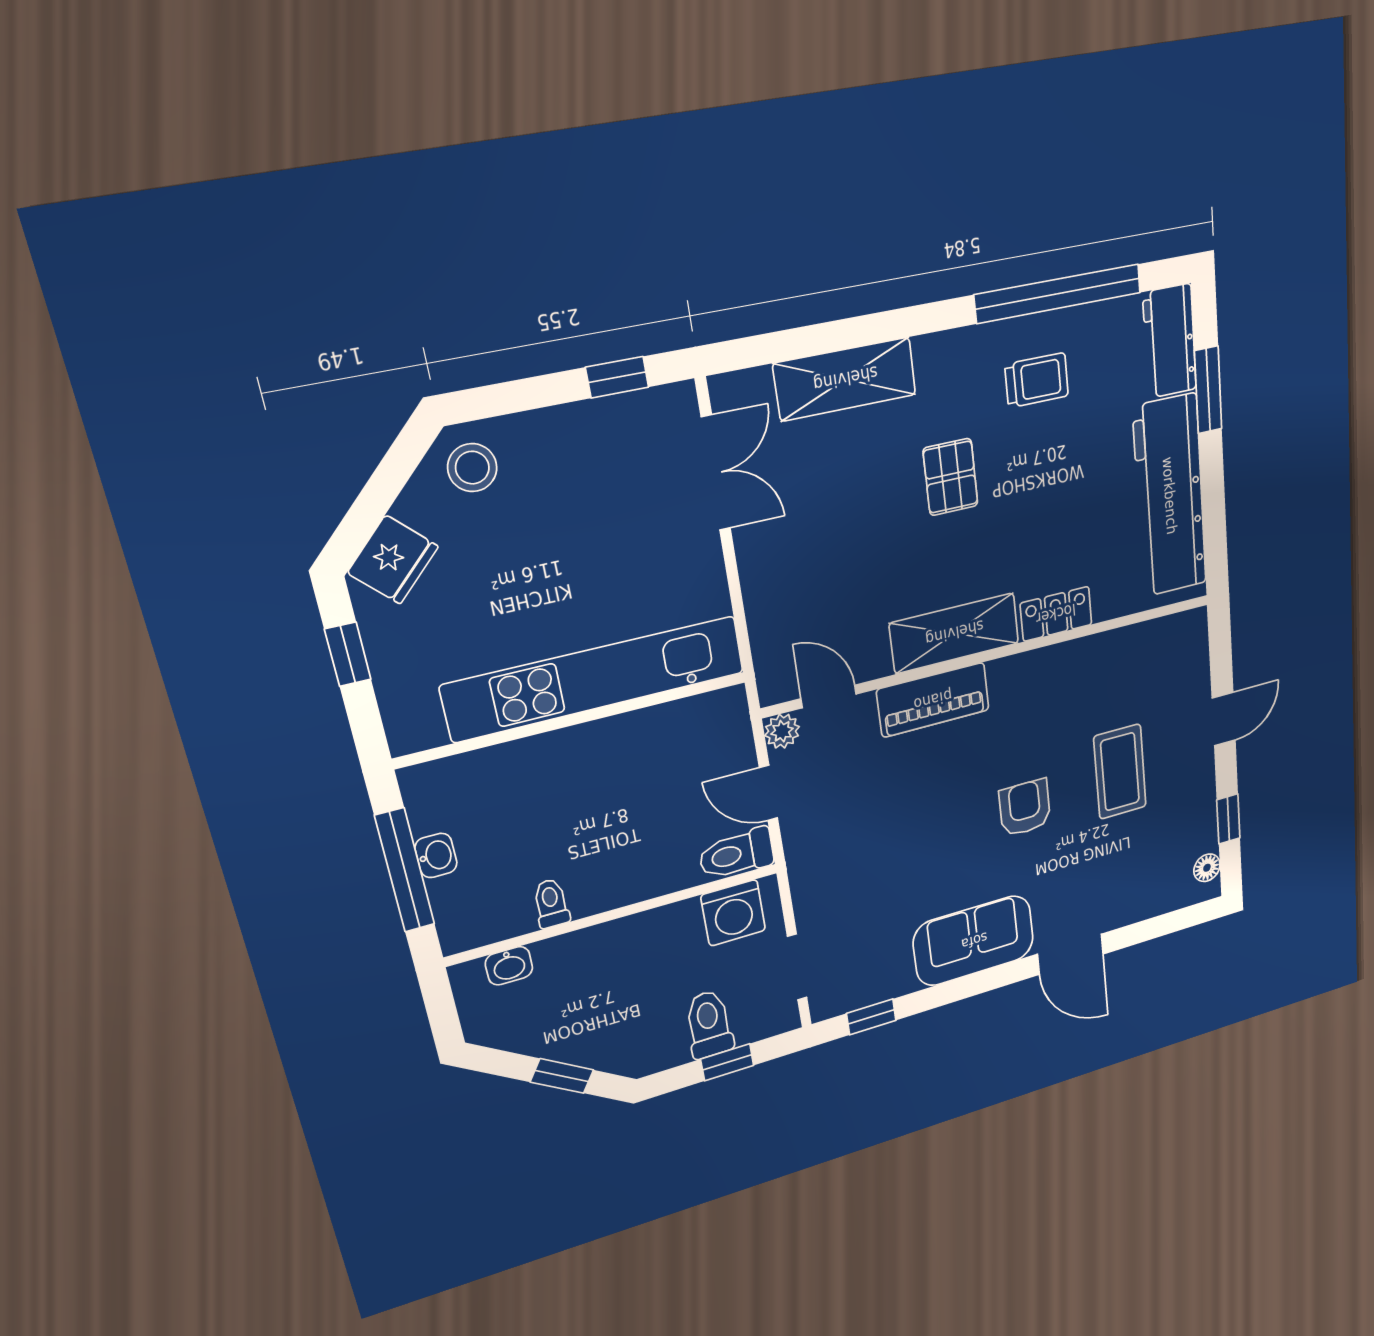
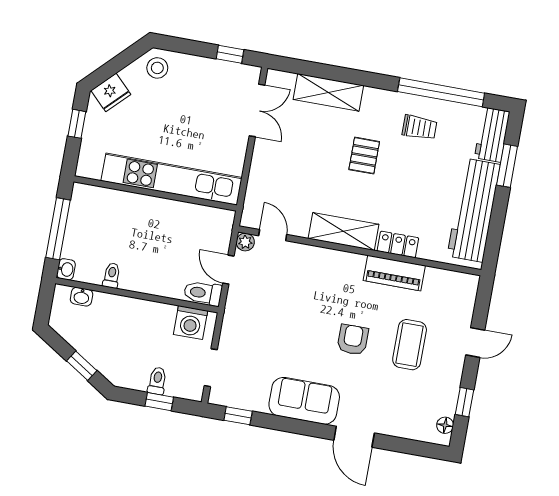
piano: (933, 700) -> (394, 273), moved
washbasin: (436, 855) -> (66, 269), moved
toilet: (709, 1024) -> (157, 381), width x0.73, depth x0.72

